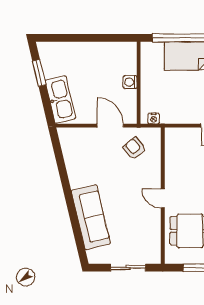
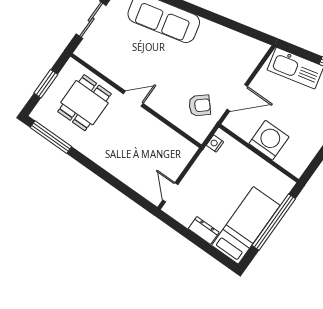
washing machine: (130, 82) -> (269, 140), width x1.89, depth x1.89

